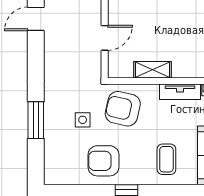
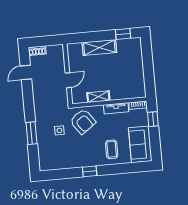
armchair: (123, 109) -> (83, 122), turned -139
armchair: (104, 161) -> (74, 154), removed

